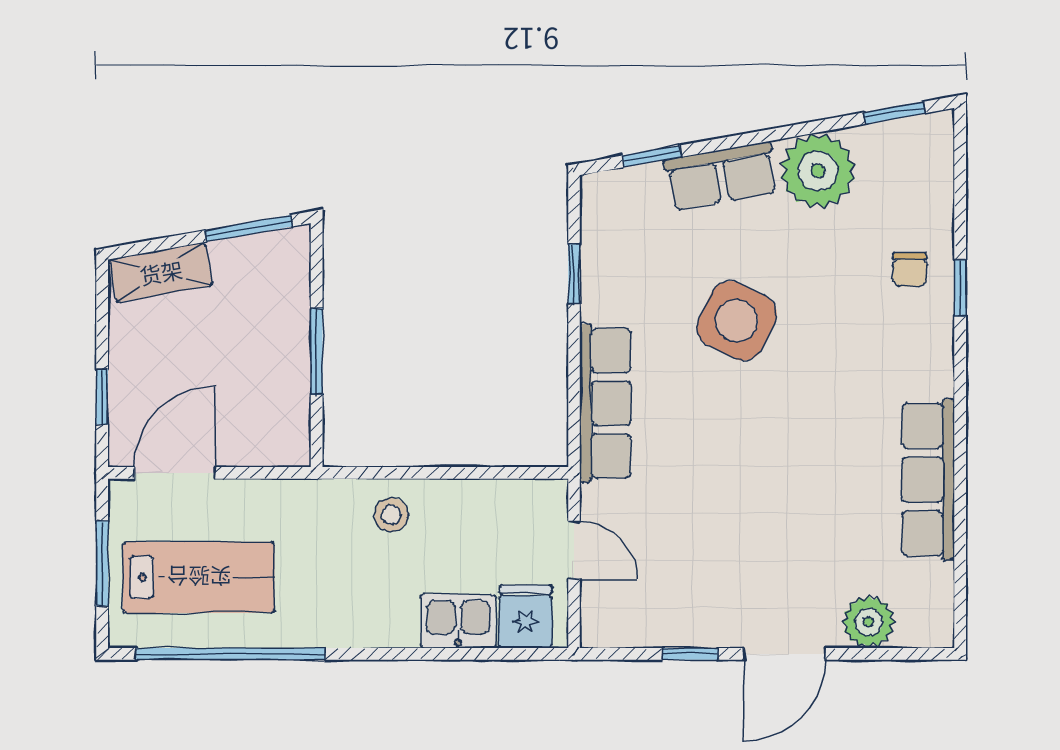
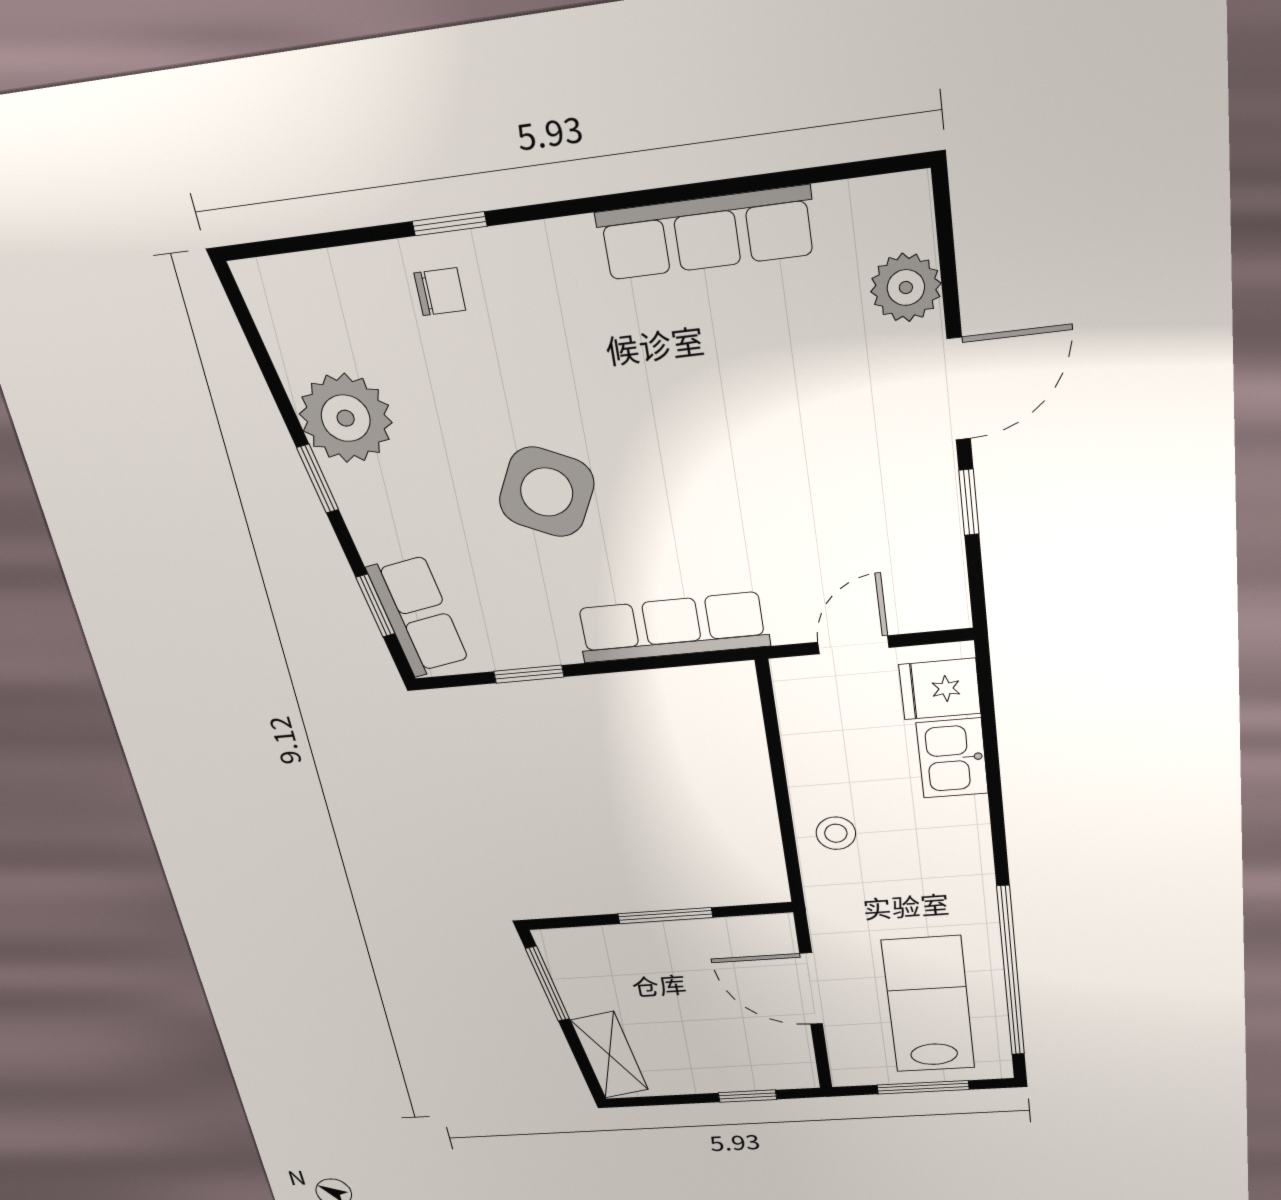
window: (895, 113) -> (318, 479), moved
row of seats: (721, 176) -> (418, 615), moved
door: (175, 473) -> (811, 989), moved
door: (785, 654) -> (959, 389), hinge flipped

